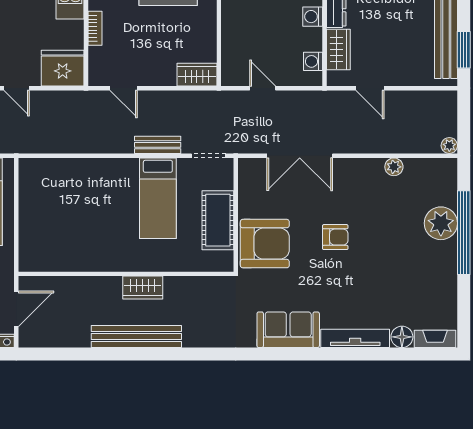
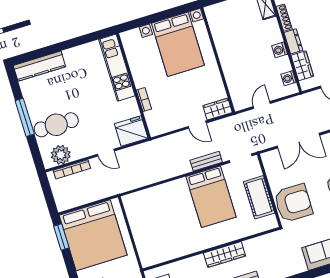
door: (124, 88) -> (197, 125), moved
door: (263, 88) -> (262, 105), hinge flipped
bed: (158, 198) -> (211, 197), width x1.50
wardrobe: (143, 288) -> (224, 255), width x1.50

